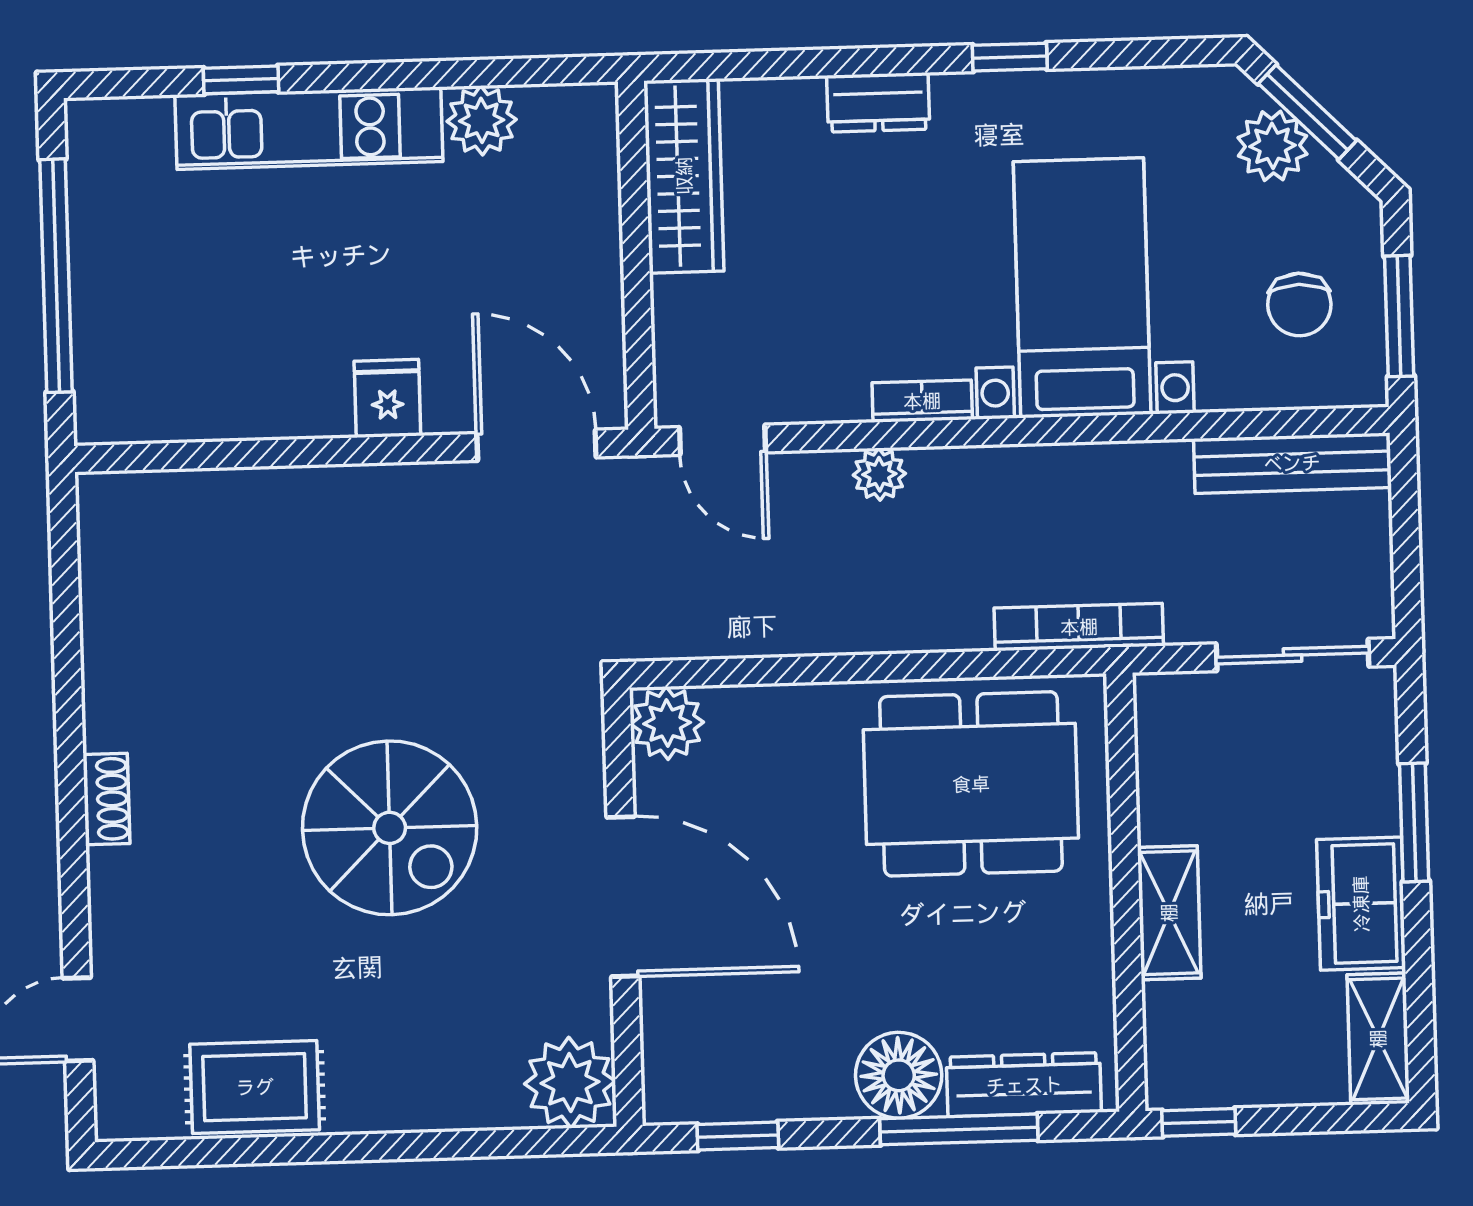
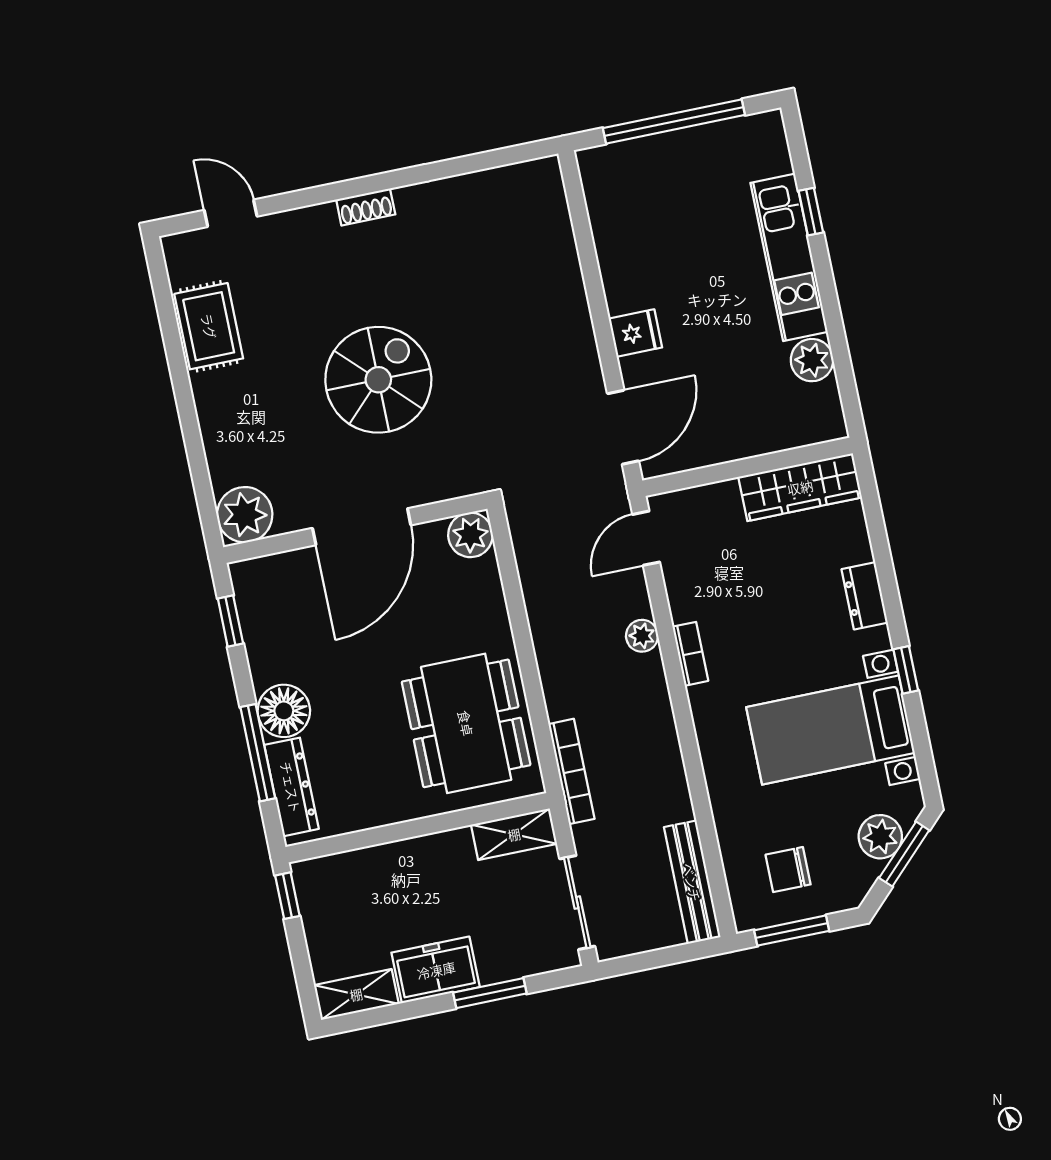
bed with nightstands: (1082, 288) -> (830, 730), moved, turned 180
spiral stairs: (390, 828) -> (378, 380), turned 180
shelving: (1169, 913) -> (514, 834), moved

